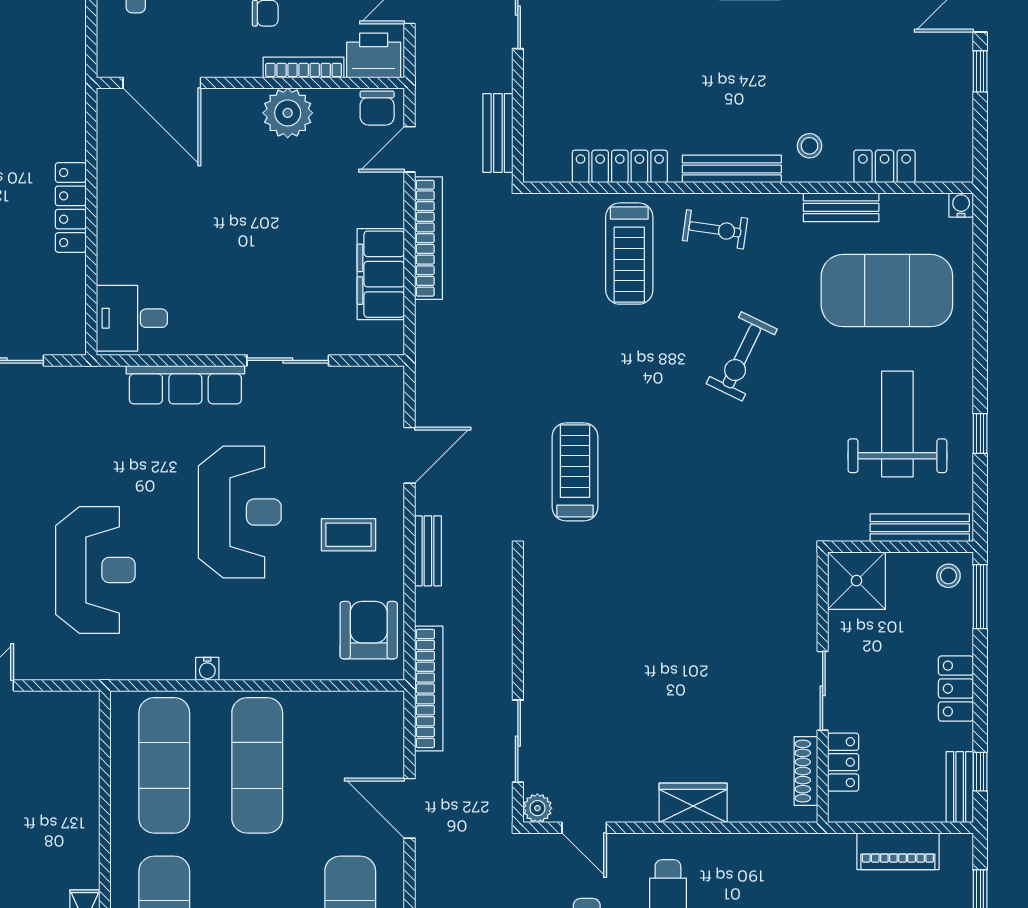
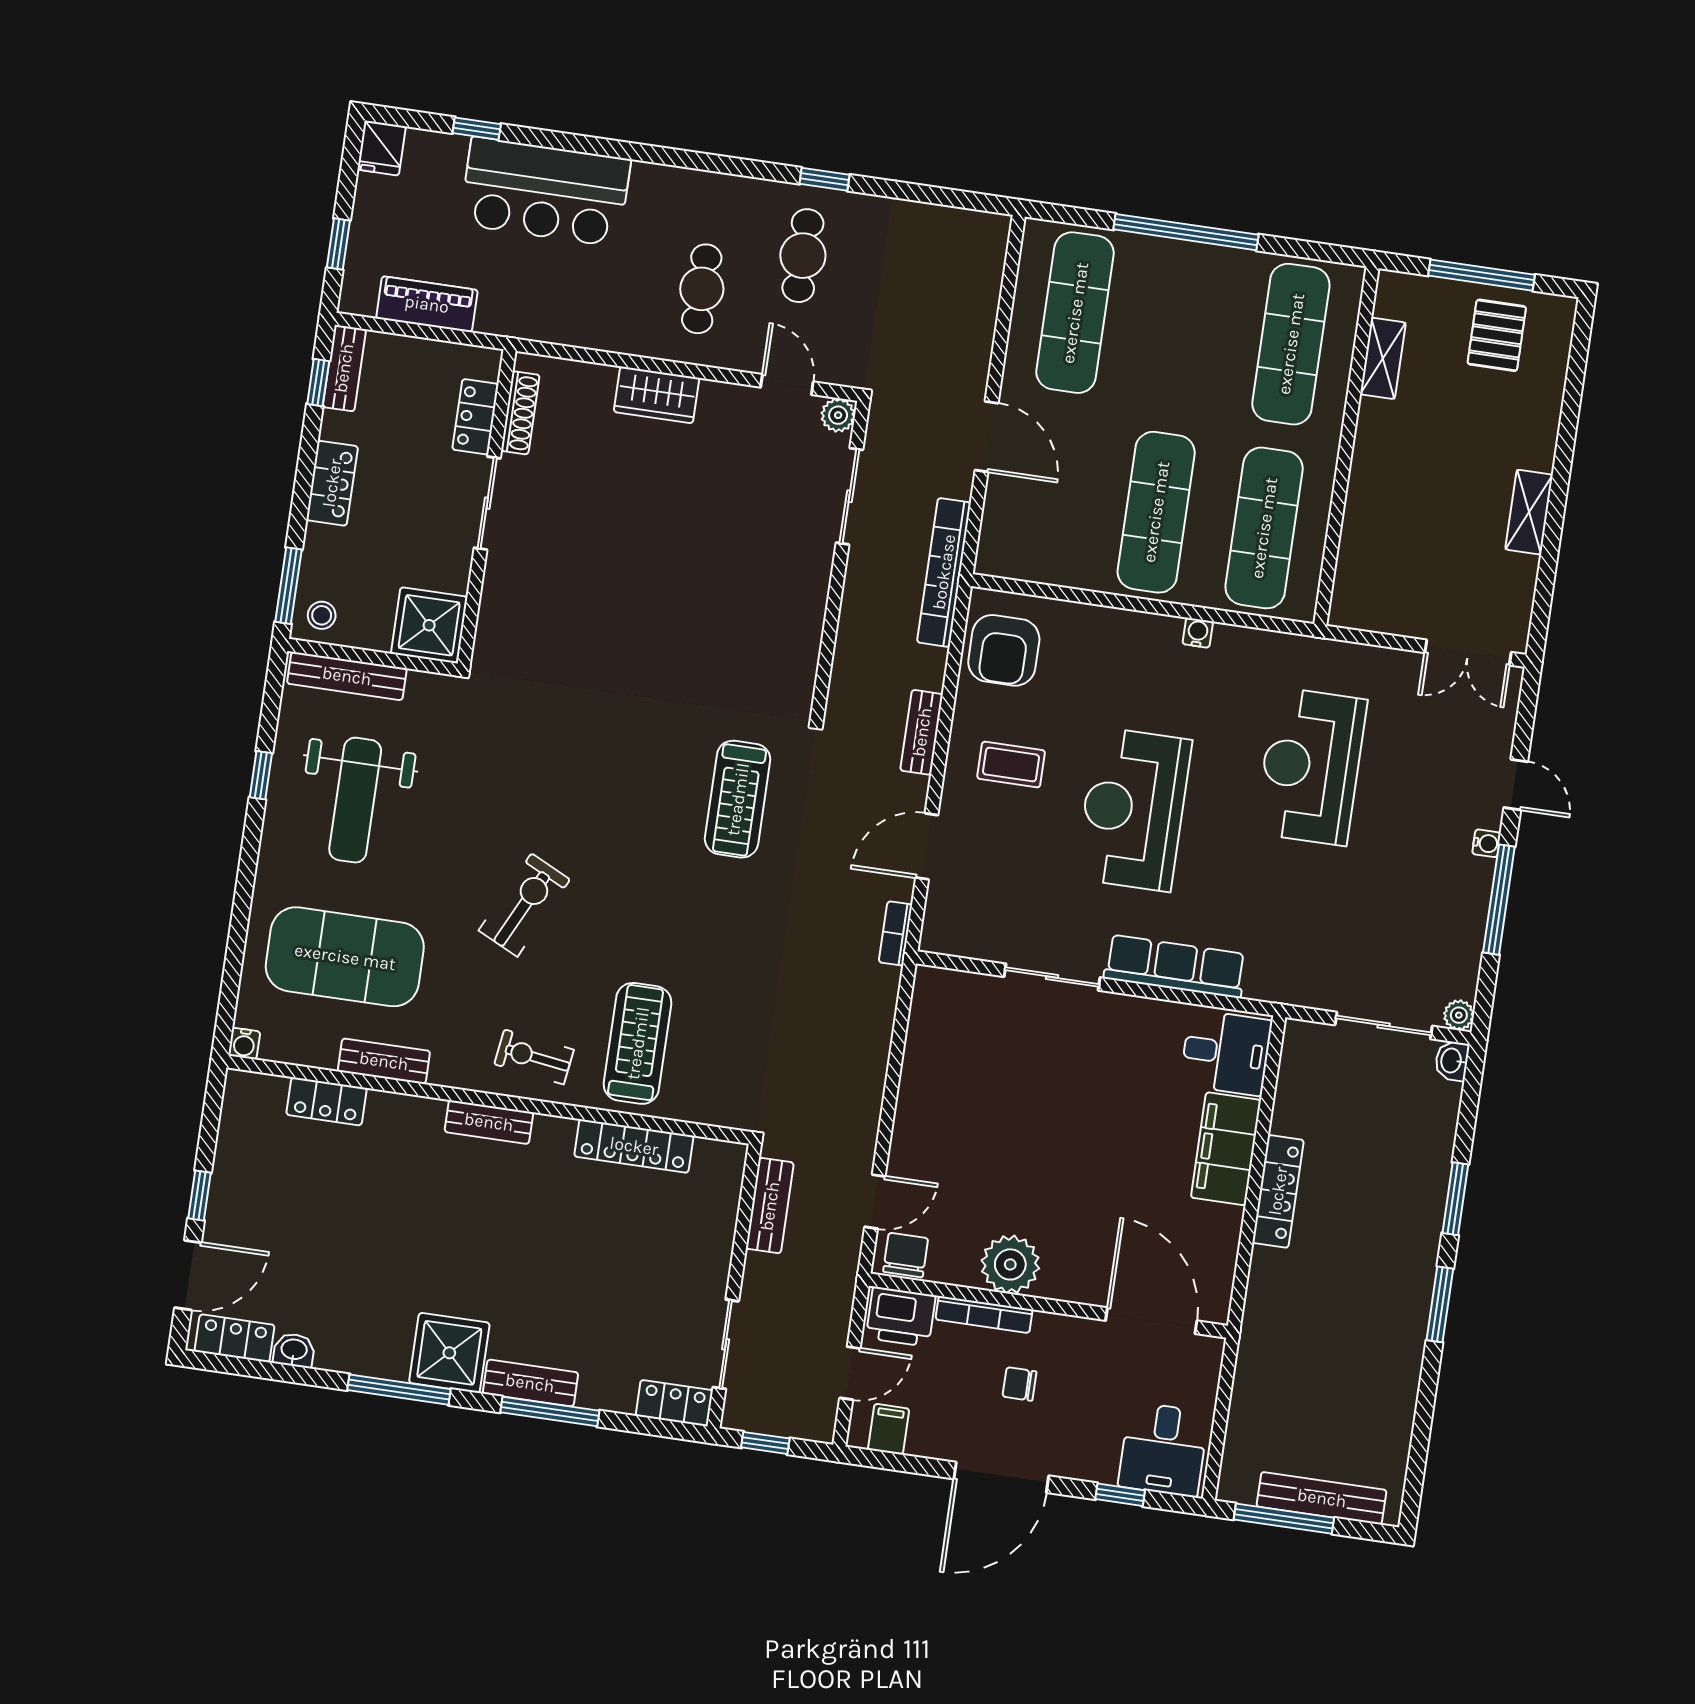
stool: (810, 146) -> (410, 1138), removed
bench: (732, 169) -> (489, 1122), width x0.73
bookcase: (429, 238) -> (895, 933), moved, width x0.43, depth x0.76
filing cabinet: (381, 274) -> (1226, 1149), moved, turned 180

